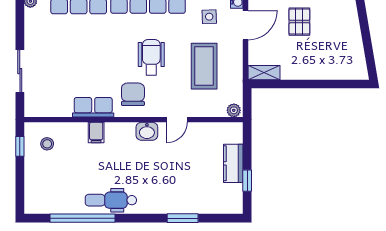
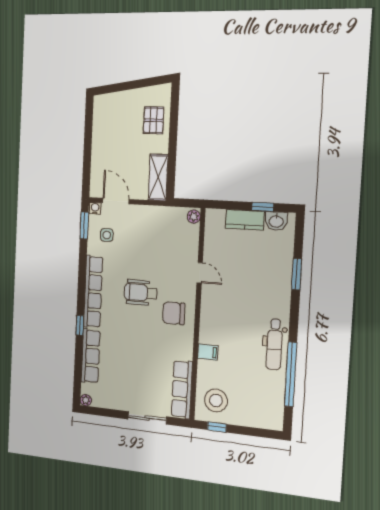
pallet: (299, 22) -> (154, 120), moved, turned 90
coffee table: (204, 66) -> (151, 243), removed
shelving: (264, 73) -> (158, 177), width x1.50, depth x1.33
row of seats: (93, 107) -> (182, 389), moved, width x1.48
washbasin: (147, 131) -> (276, 221), moved, turned 90
stool: (47, 144) -> (216, 400), width x1.89, depth x1.89

